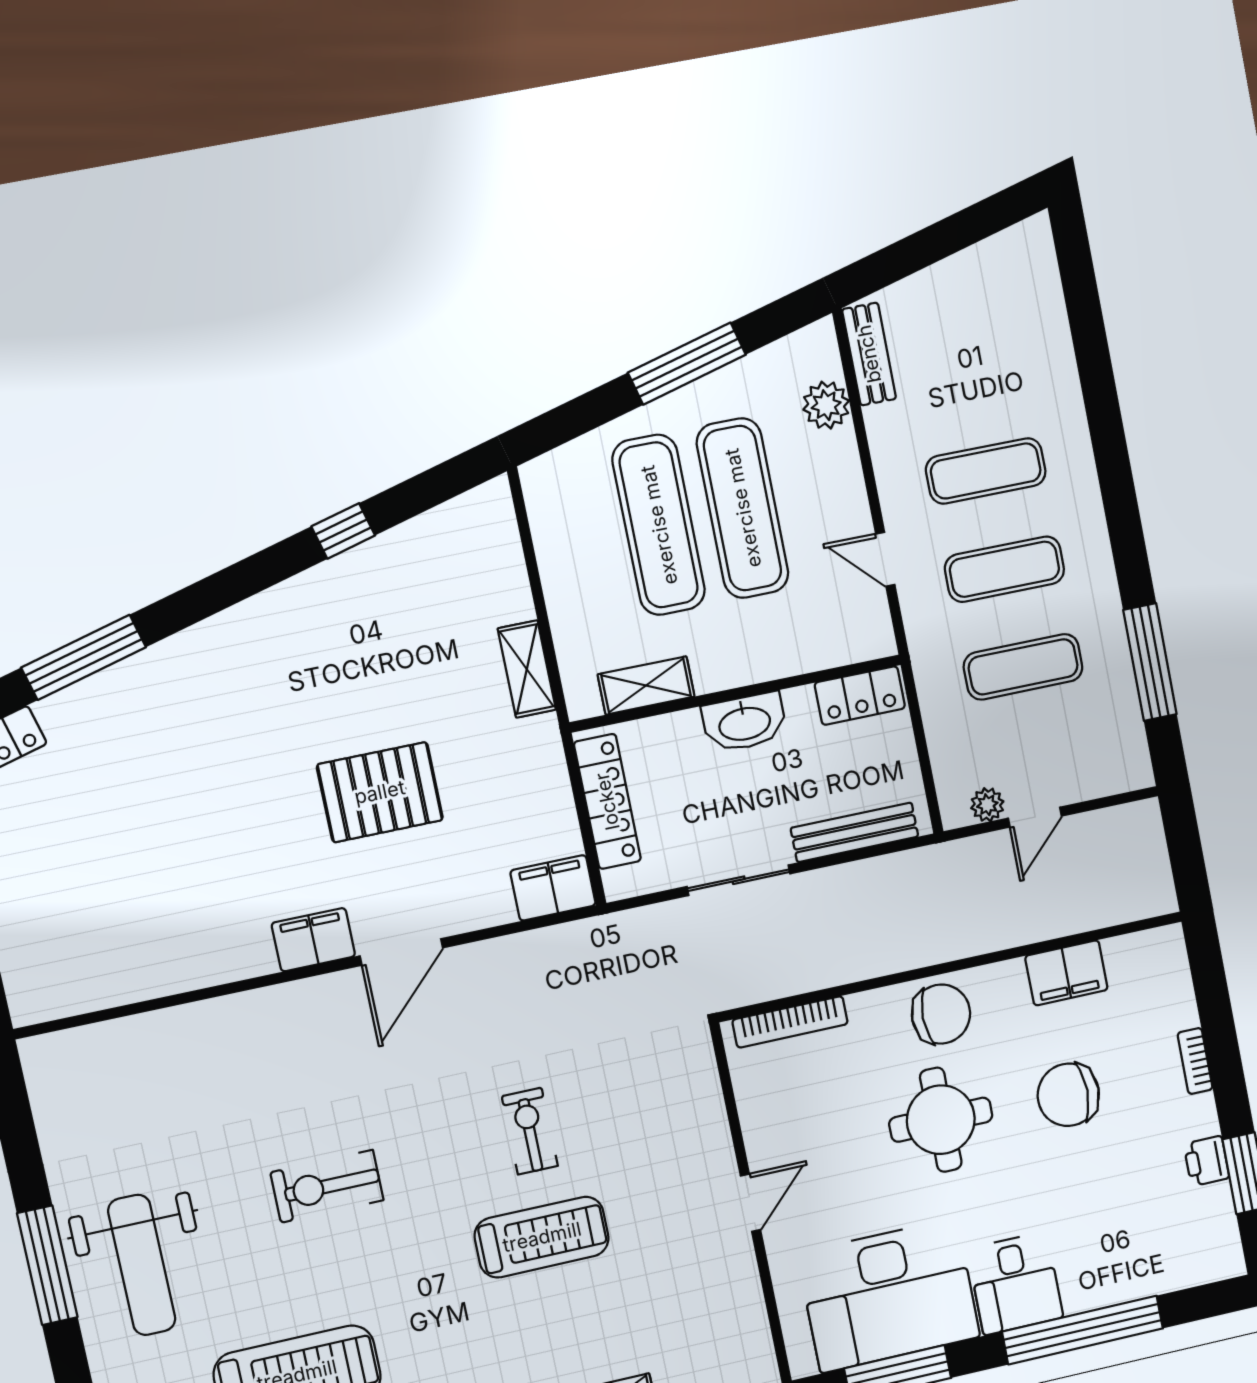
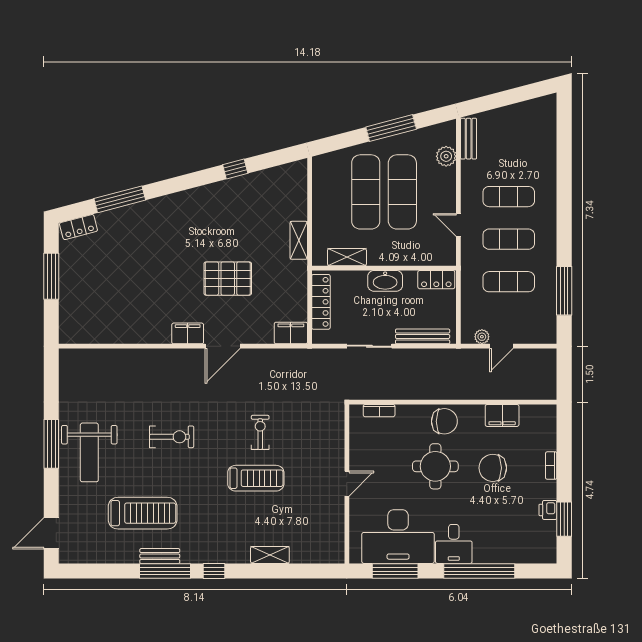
bookcase: (790, 1022) -> (379, 411), width x0.64
exercise bike: (327, 1186) -> (172, 437), turned 180

